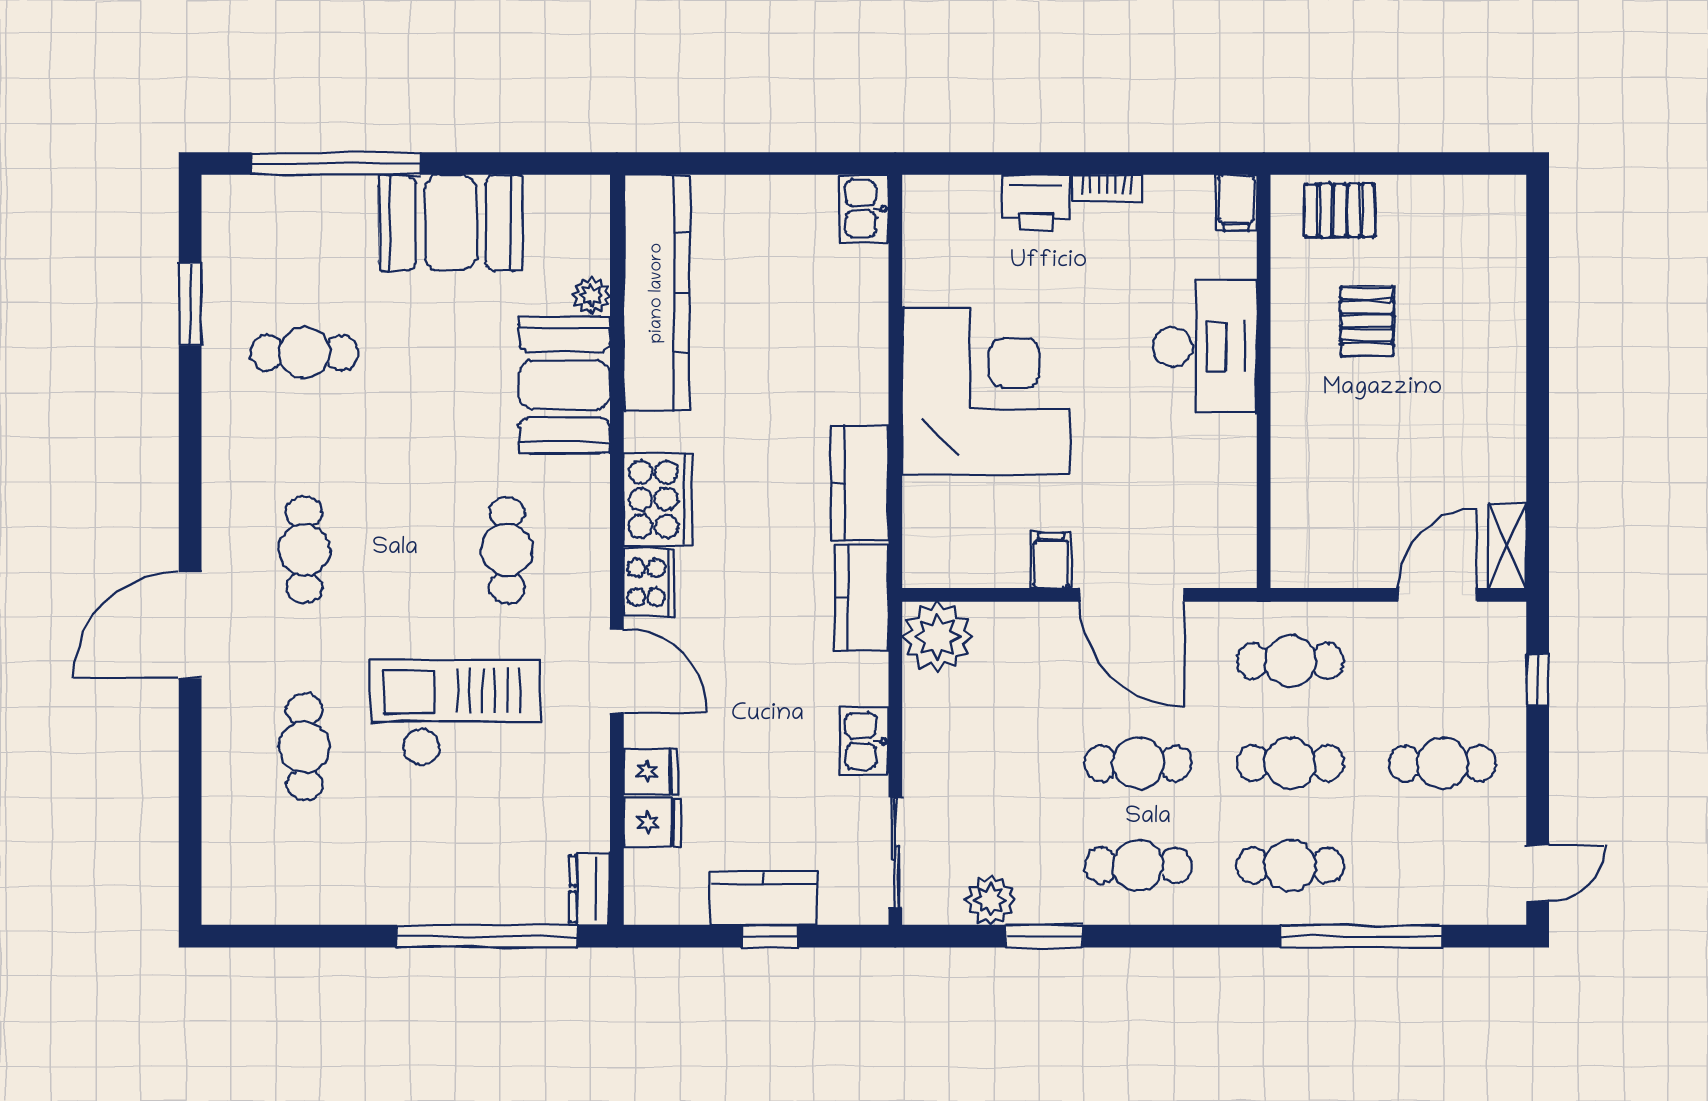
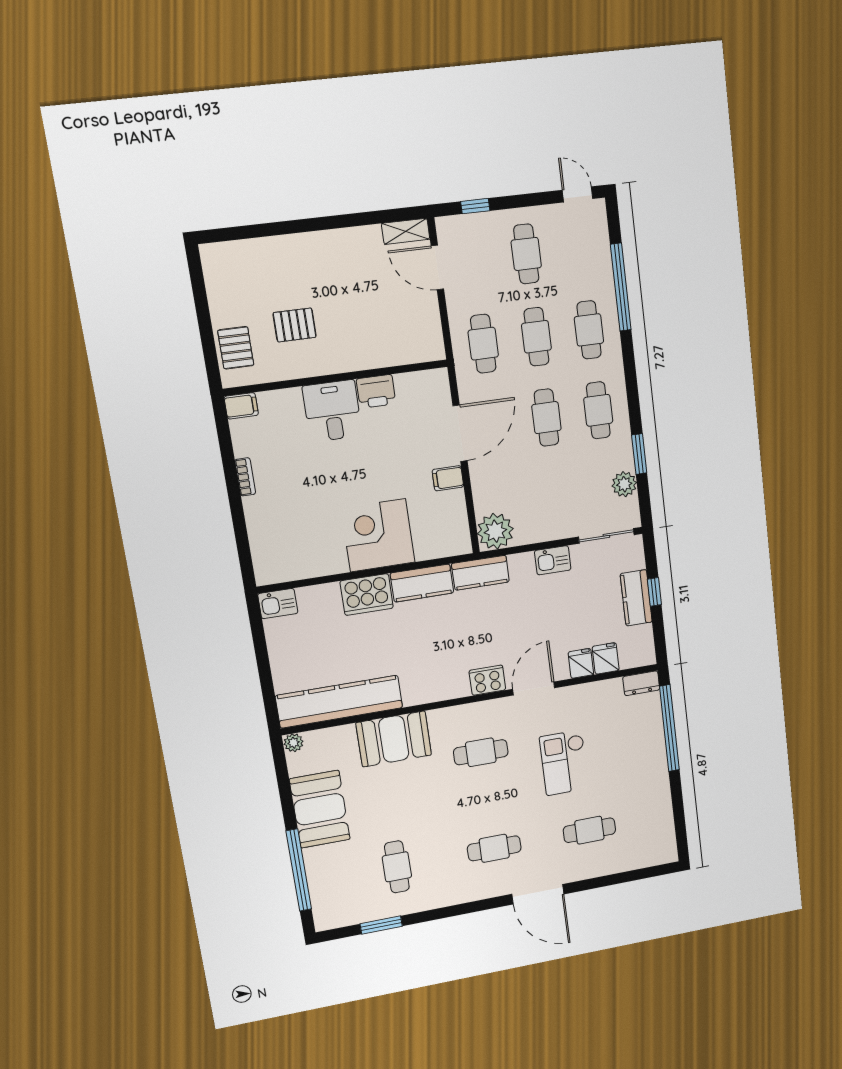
printer: (1036, 202) -> (376, 391), moved, turned 90
plant: (592, 295) -> (294, 743), moved
desk: (1205, 347) -> (332, 411), width x0.73
corner desk: (986, 391) -> (378, 535), width x0.74, depth x0.74
cooker: (658, 499) -> (367, 595), moved, turned 180
checkout: (455, 713) -> (564, 763), width x0.73, depth x0.83

